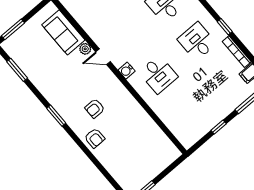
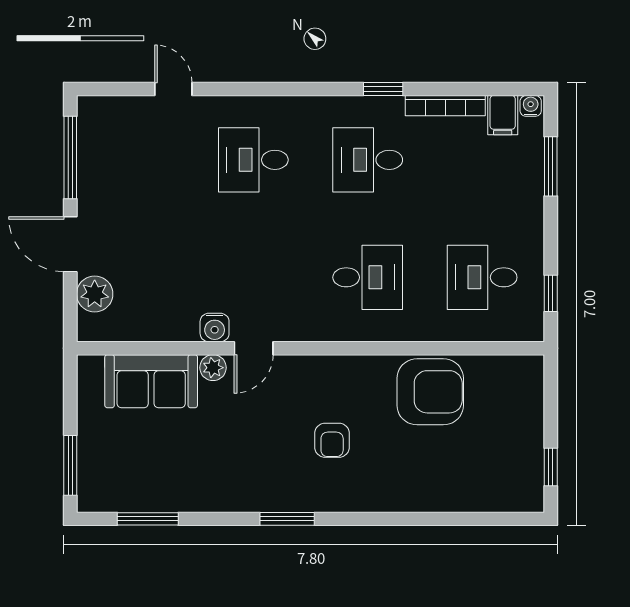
water cooler: (127, 71) -> (215, 327), moved
desk: (191, 112) -> (482, 277), added
window: (219, 127) -> (551, 293), moved
armchair: (95, 138) -> (430, 392), moved, width x1.88, depth x1.88

